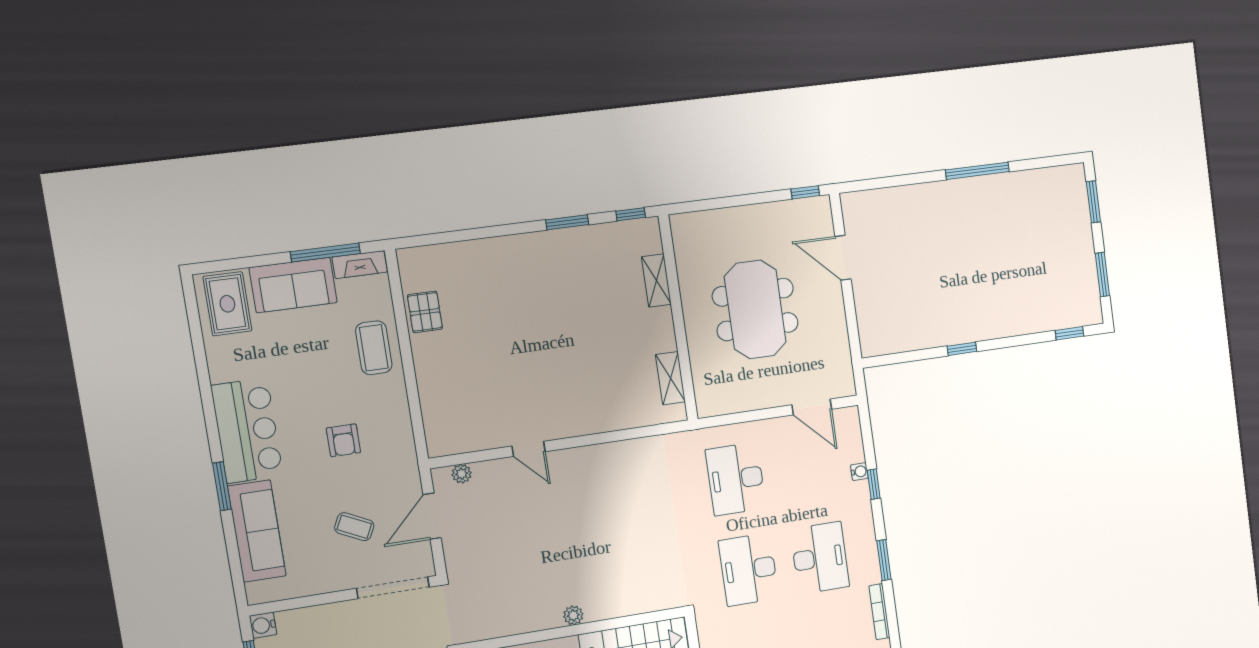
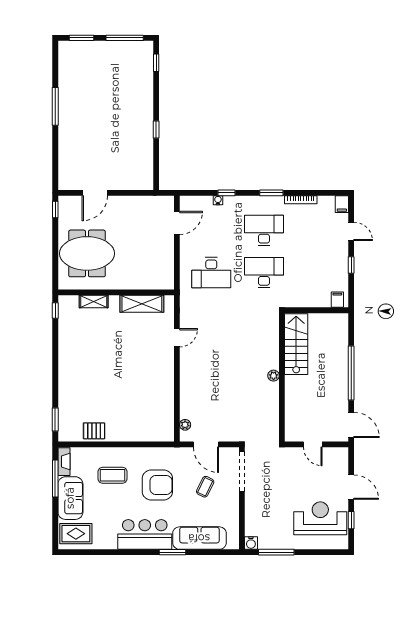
window: (567, 222) -> (55, 420), moved
window: (1102, 275) -> (125, 38), width x1.44
meeting table: (755, 309) -> (87, 253), moved
coffee table: (374, 348) -> (113, 475), moved
shelving: (670, 378) -> (142, 304), width x1.50, depth x1.33
armchair: (343, 440) -> (157, 485), width x1.88, depth x1.88
door: (529, 449) -> (177, 338), moved
desk: (749, 570) -> (264, 273), turned 180

